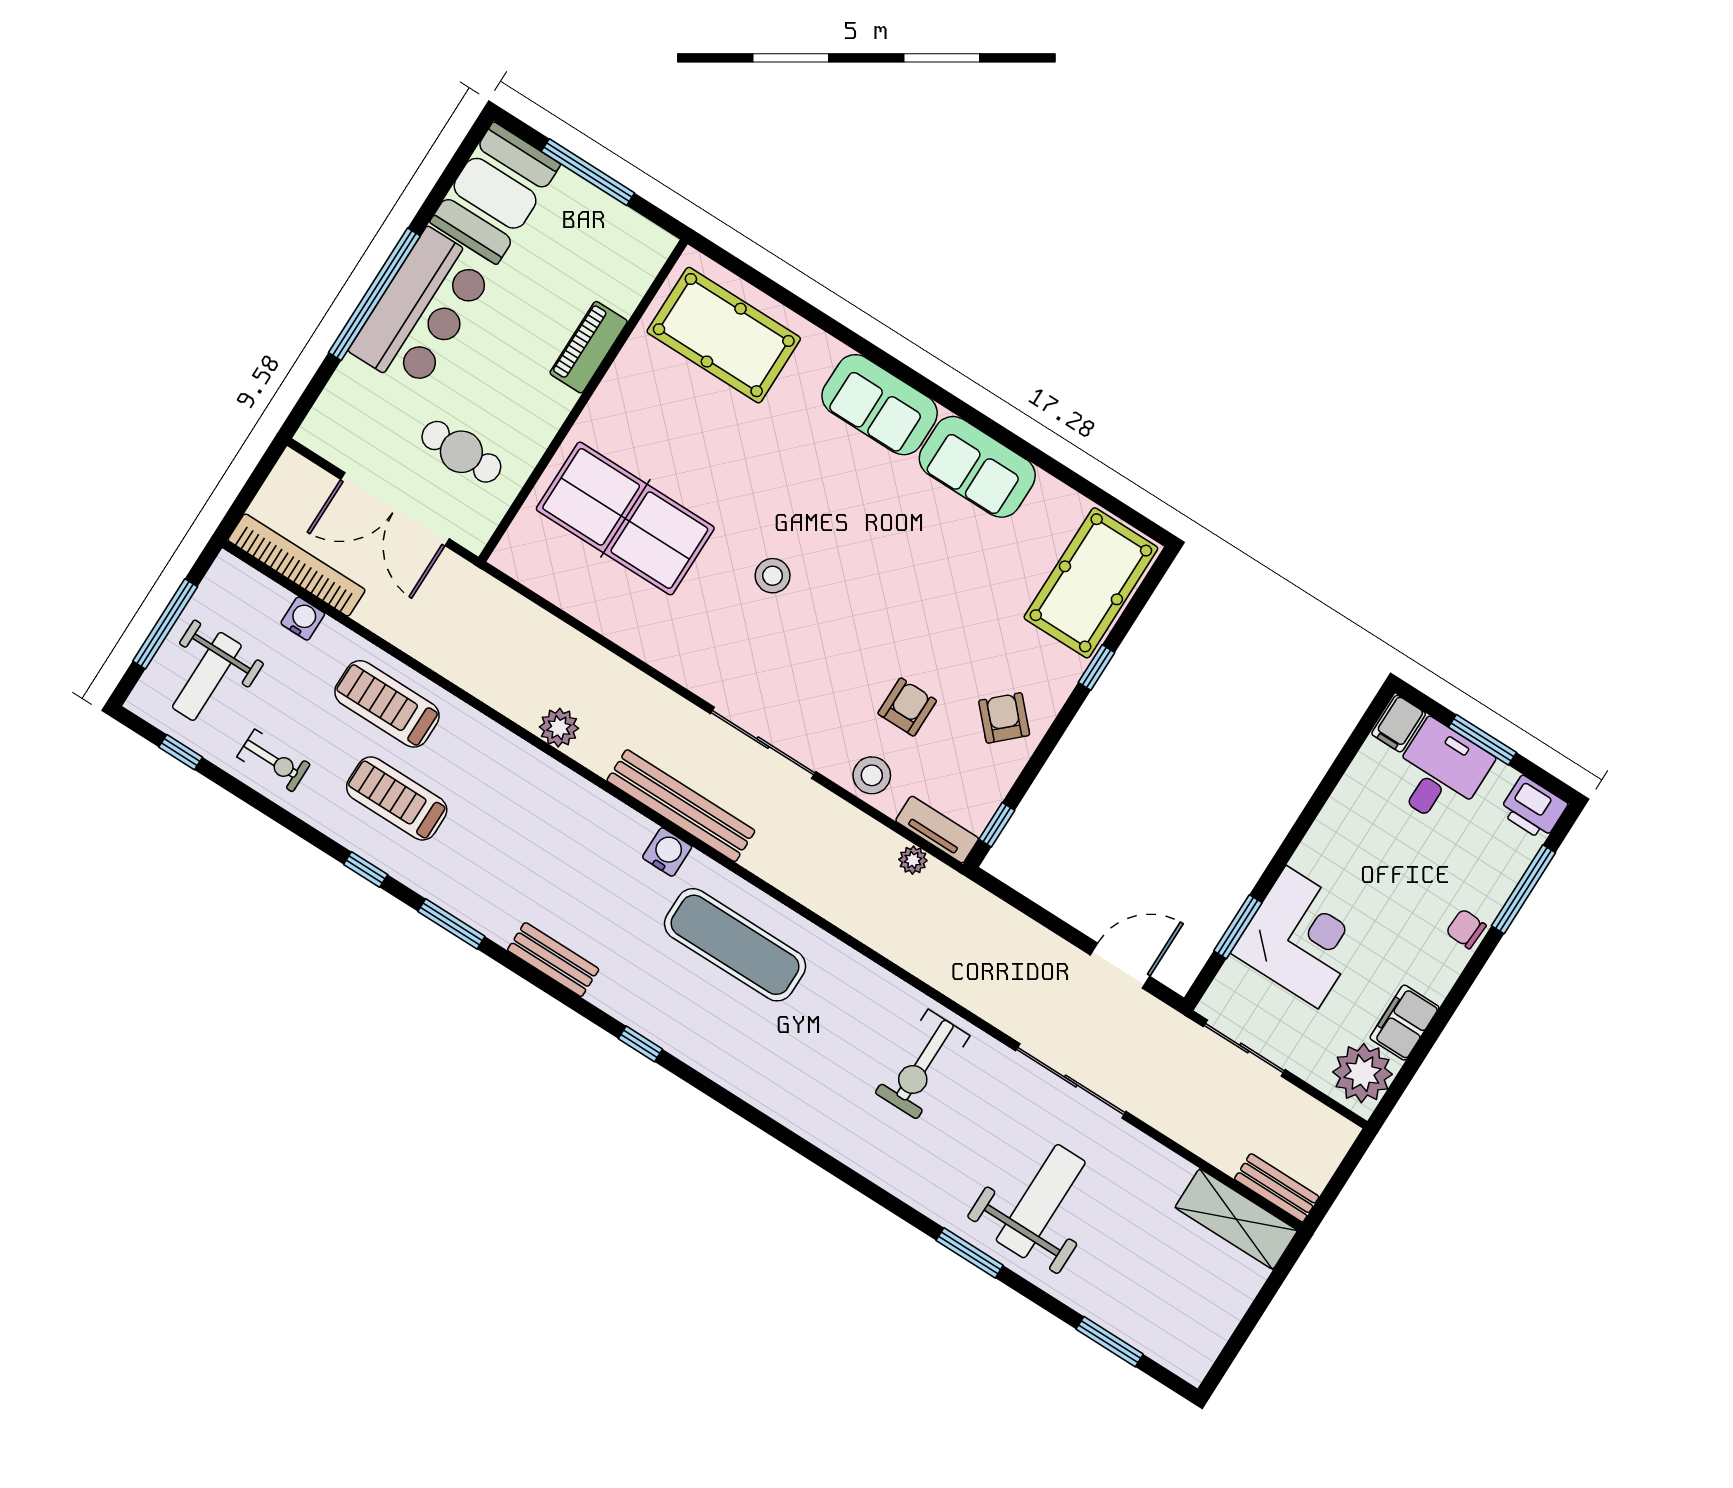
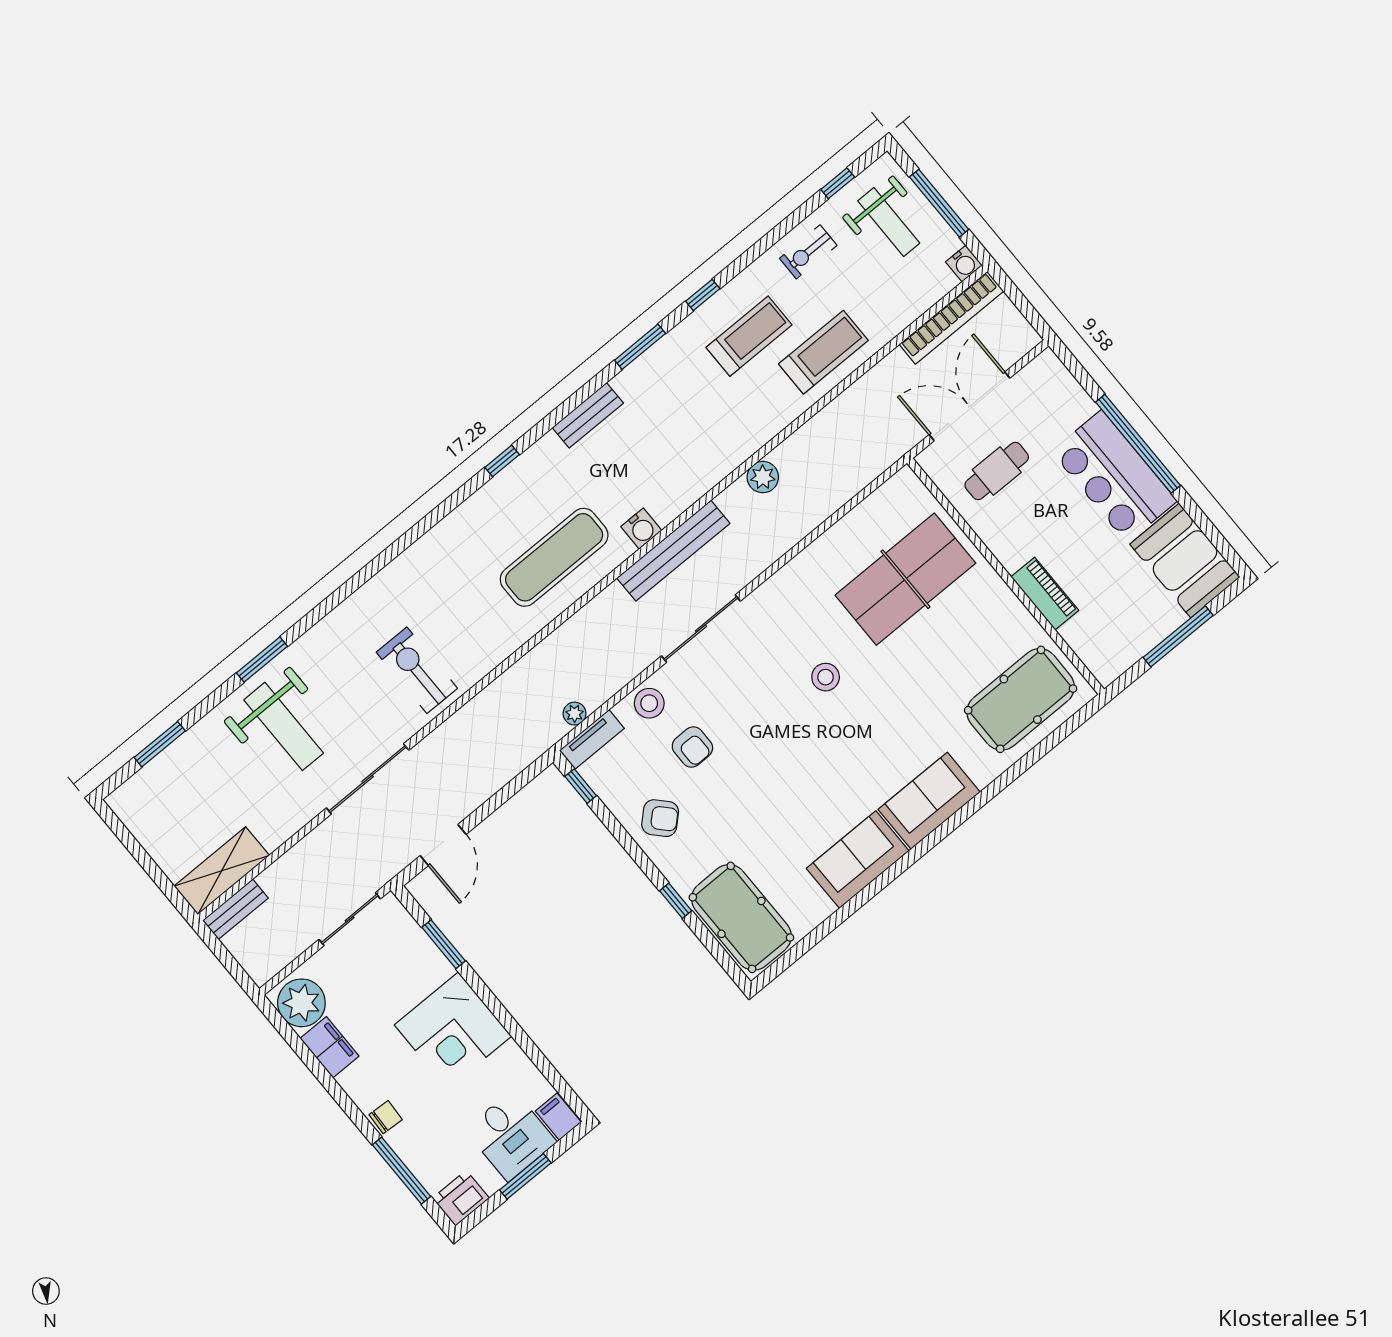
water cooler: (303, 619) -> (964, 264), moved
weight bench: (207, 676) -> (889, 222), turned 180
corner desk: (1302, 937) -> (453, 1031), moved

